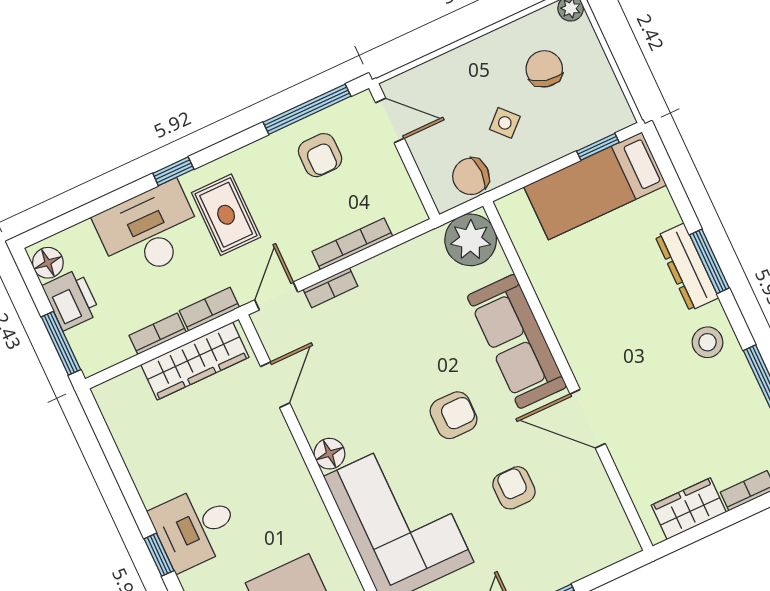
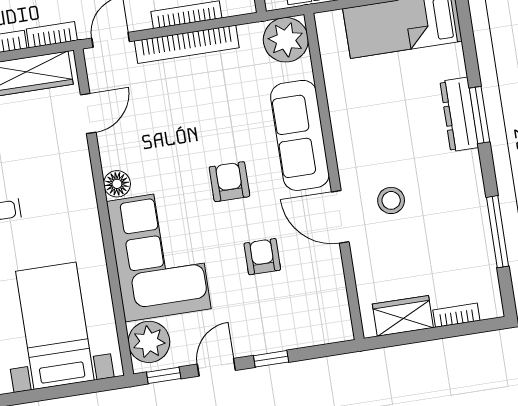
bookcase: (330, 288) -> (187, 44), width x2.31, depth x1.31
stool: (707, 342) -> (391, 200), moved
armchair: (454, 415) -> (229, 182), turned -90

